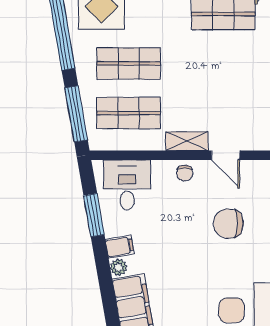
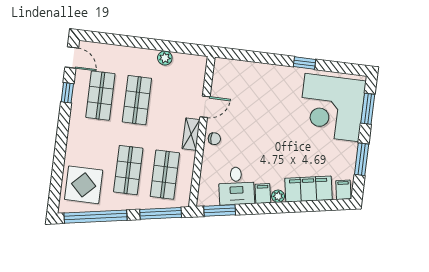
shop shelf: (223, 64) -> (137, 100), added
desk: (127, 185) -> (236, 186), moved, turned -100
window: (94, 215) -> (220, 210), moved
chair: (228, 224) -> (256, 111), removed

